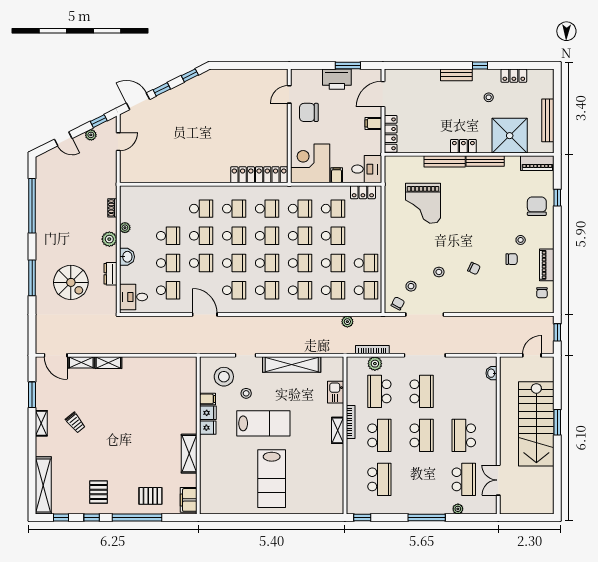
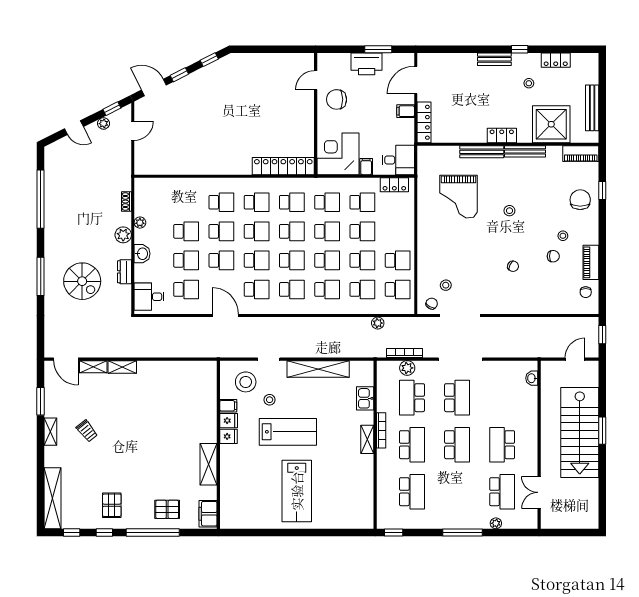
stool: (439, 272) -> (509, 211), moved

